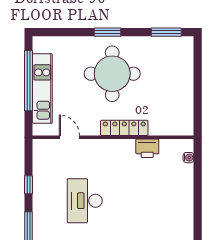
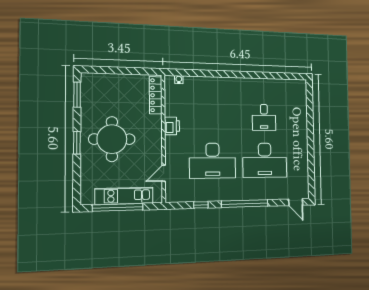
locker: (124, 128) -> (156, 95), moved
printer: (147, 148) -> (172, 126), moved
desk: (85, 201) -> (213, 161), width x1.36, depth x1.30

